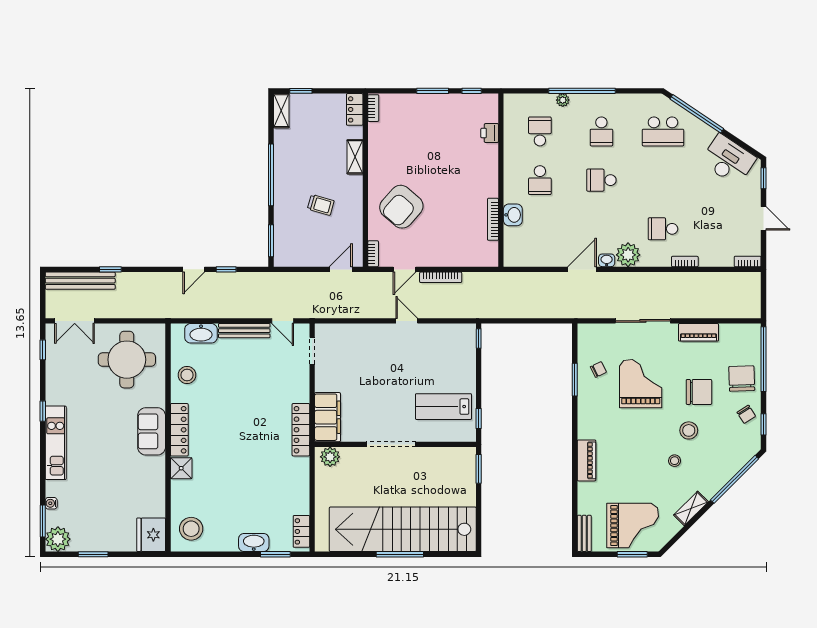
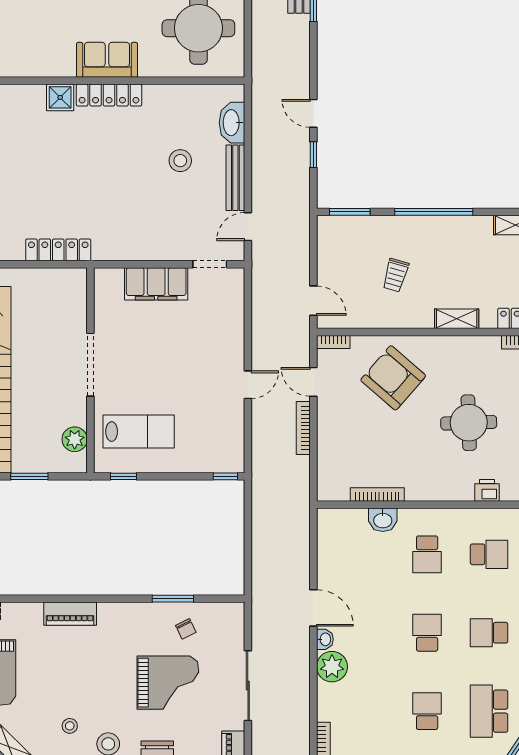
round table: (437, 147) -> (469, 423), added
school desk: (540, 180) -> (427, 554), turned -90
school desk: (663, 229) -> (427, 711), moved
stool: (187, 375) -> (180, 161), moved
lab bench: (443, 407) -> (139, 432), turned 90
filing cabinet: (328, 417) -> (156, 284), moved
locker: (301, 430) -> (58, 250), moved
plant: (330, 457) -> (75, 439), moved
window: (479, 469) -> (29, 476), moved

